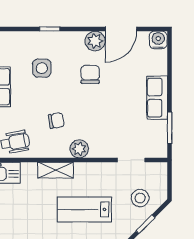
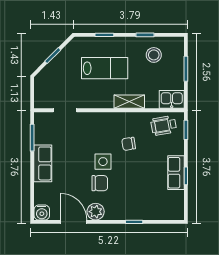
door: (121, 29) -> (74, 222), hinge flipped
side table: (42, 68) -> (103, 162), moved
chair: (90, 74) -> (100, 183), turned -90
plant: (79, 149) -> (109, 120), removed
stool: (140, 198) -> (154, 55), moved

